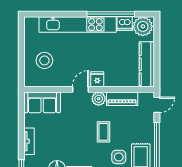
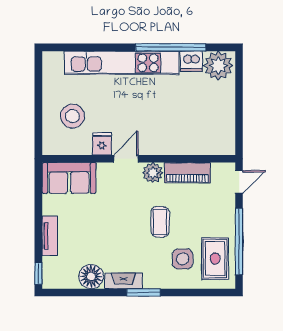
kitchen counter: (147, 64) -> (224, 122), removed
fridge: (97, 79) -> (102, 144), moved

